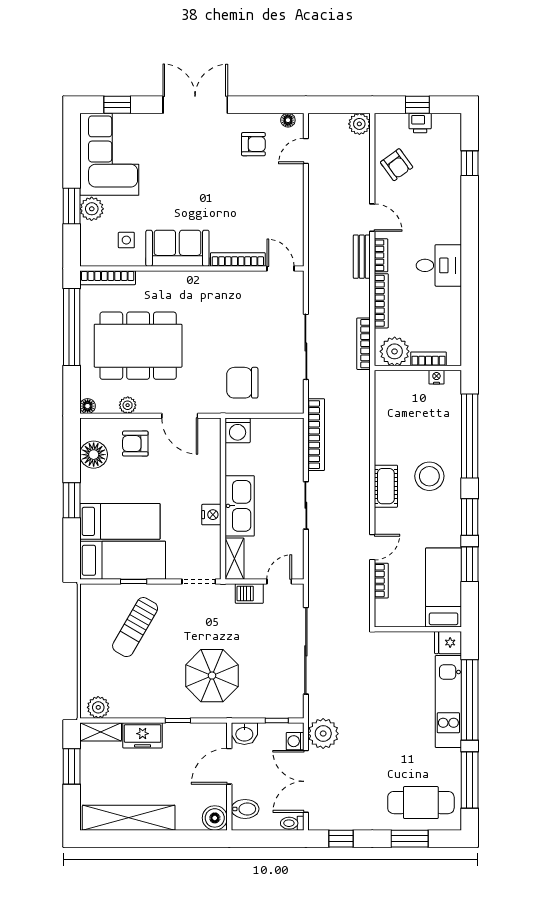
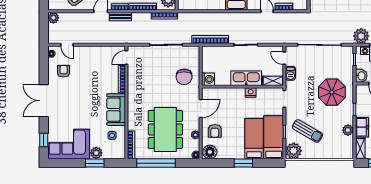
floor lamp: (94, 455) -> (210, 152), moved
plant: (96, 600) -> (294, 151), added
plant: (98, 707) -> (348, 130), moved

